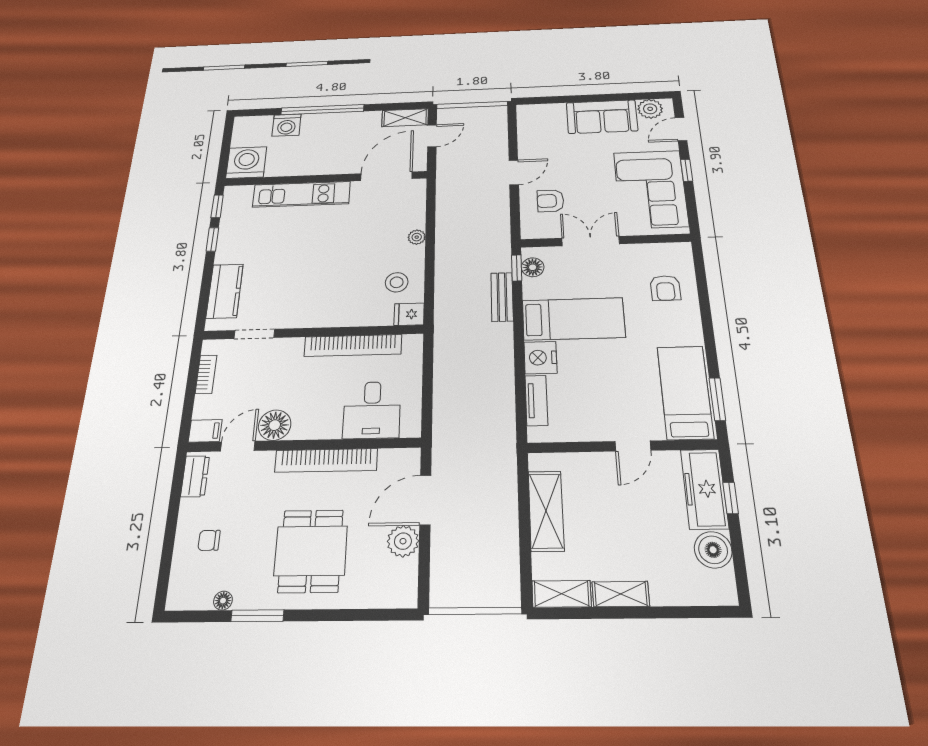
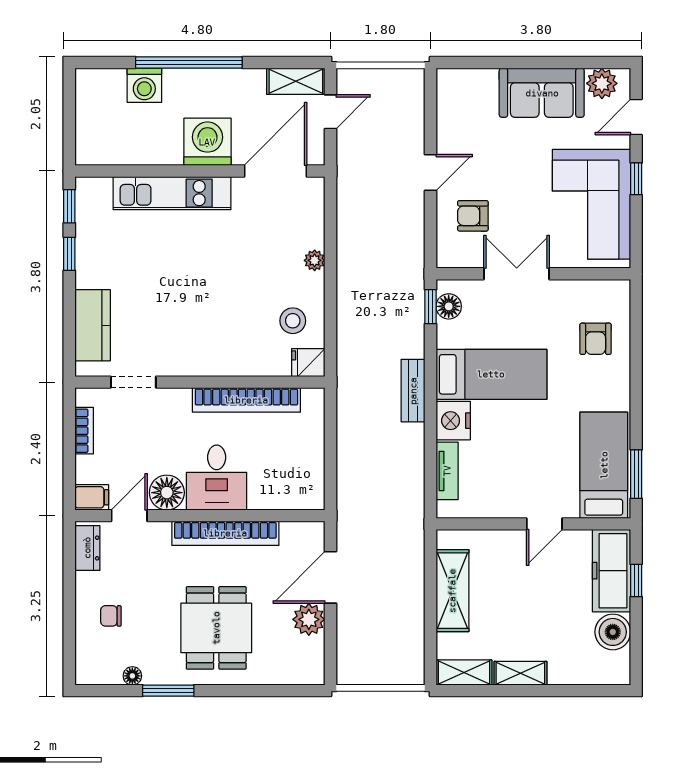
washing machine: (246, 162) -> (207, 142), moved
bench: (502, 297) -> (413, 391), moved
desk: (372, 410) -> (217, 478), moved

